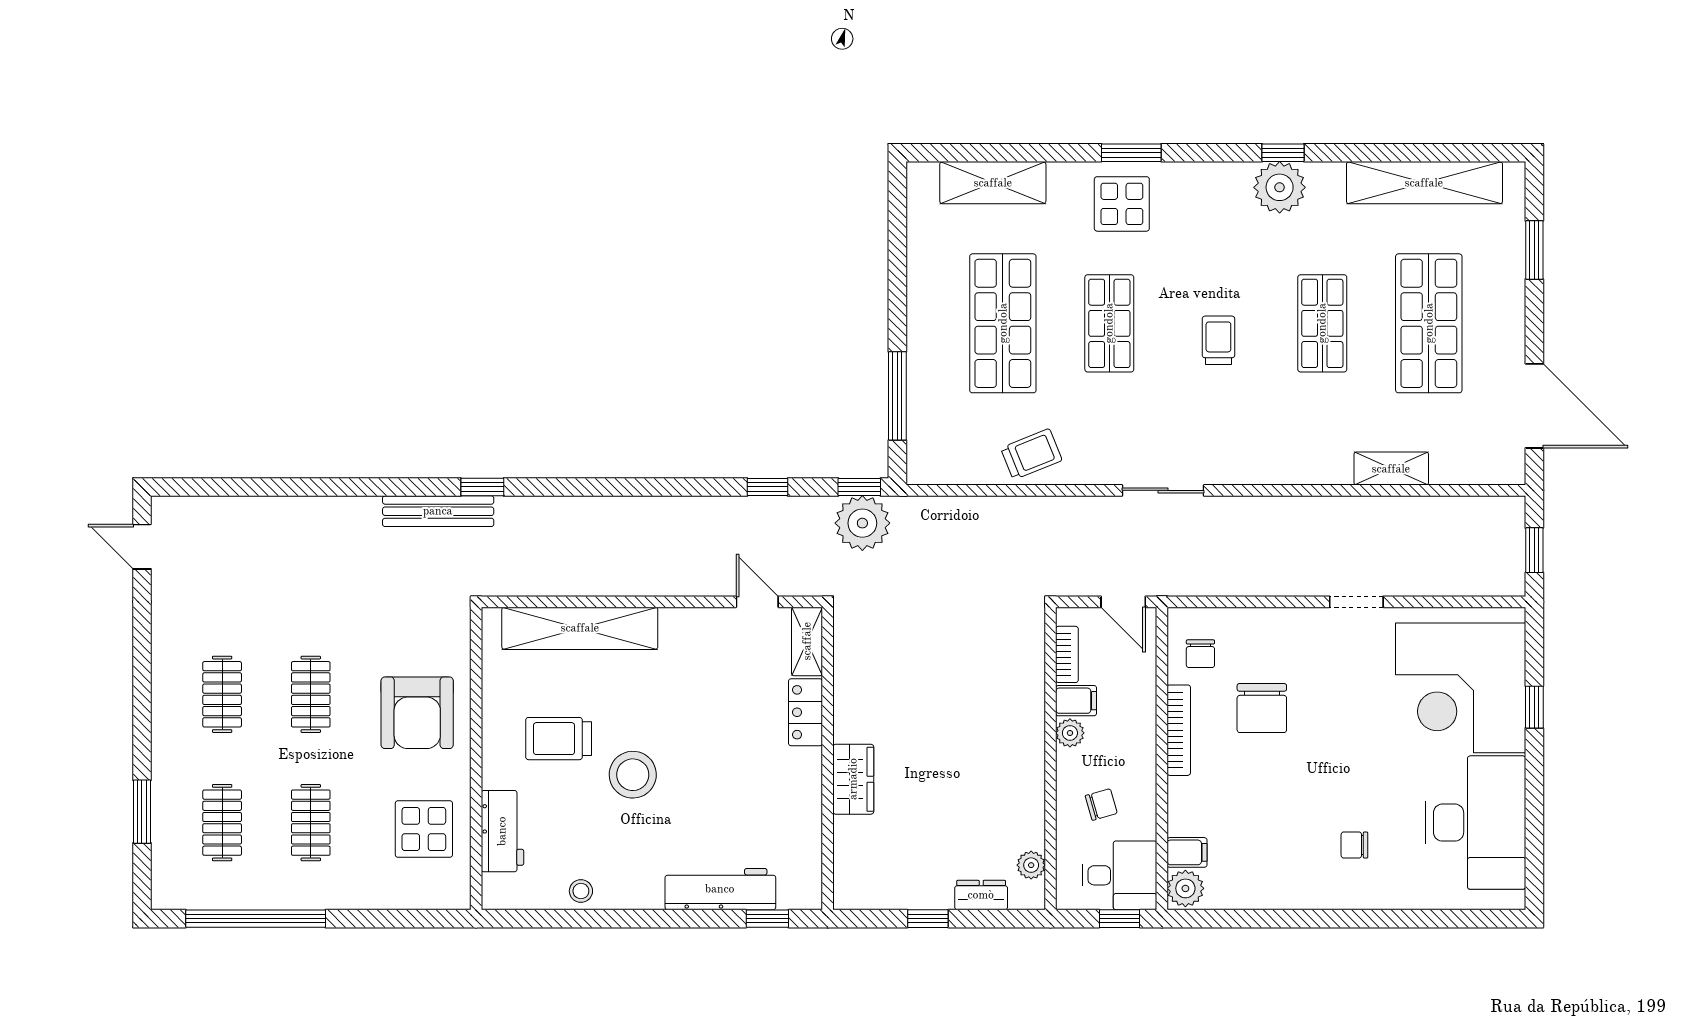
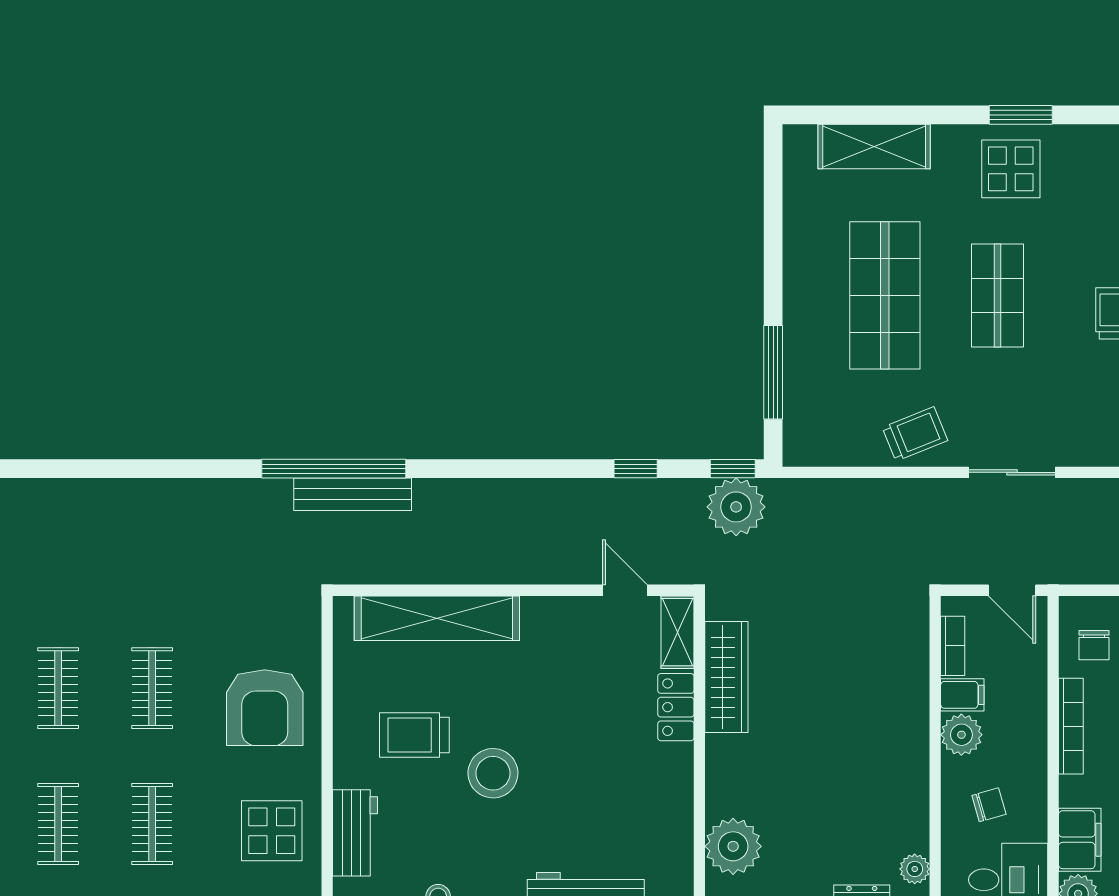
window: (482, 487) -> (334, 469), width x3.17
sliding door: (1163, 490) -> (1012, 472), moved
bench: (438, 511) -> (353, 494), moved
plant: (1070, 733) -> (961, 735), width x1.38, depth x1.38
wardrobe: (853, 779) -> (726, 677), moved, width x1.50
plant: (860, 844) -> (733, 846), added
filing cabinet: (1187, 852) -> (1080, 840), width x2.00

